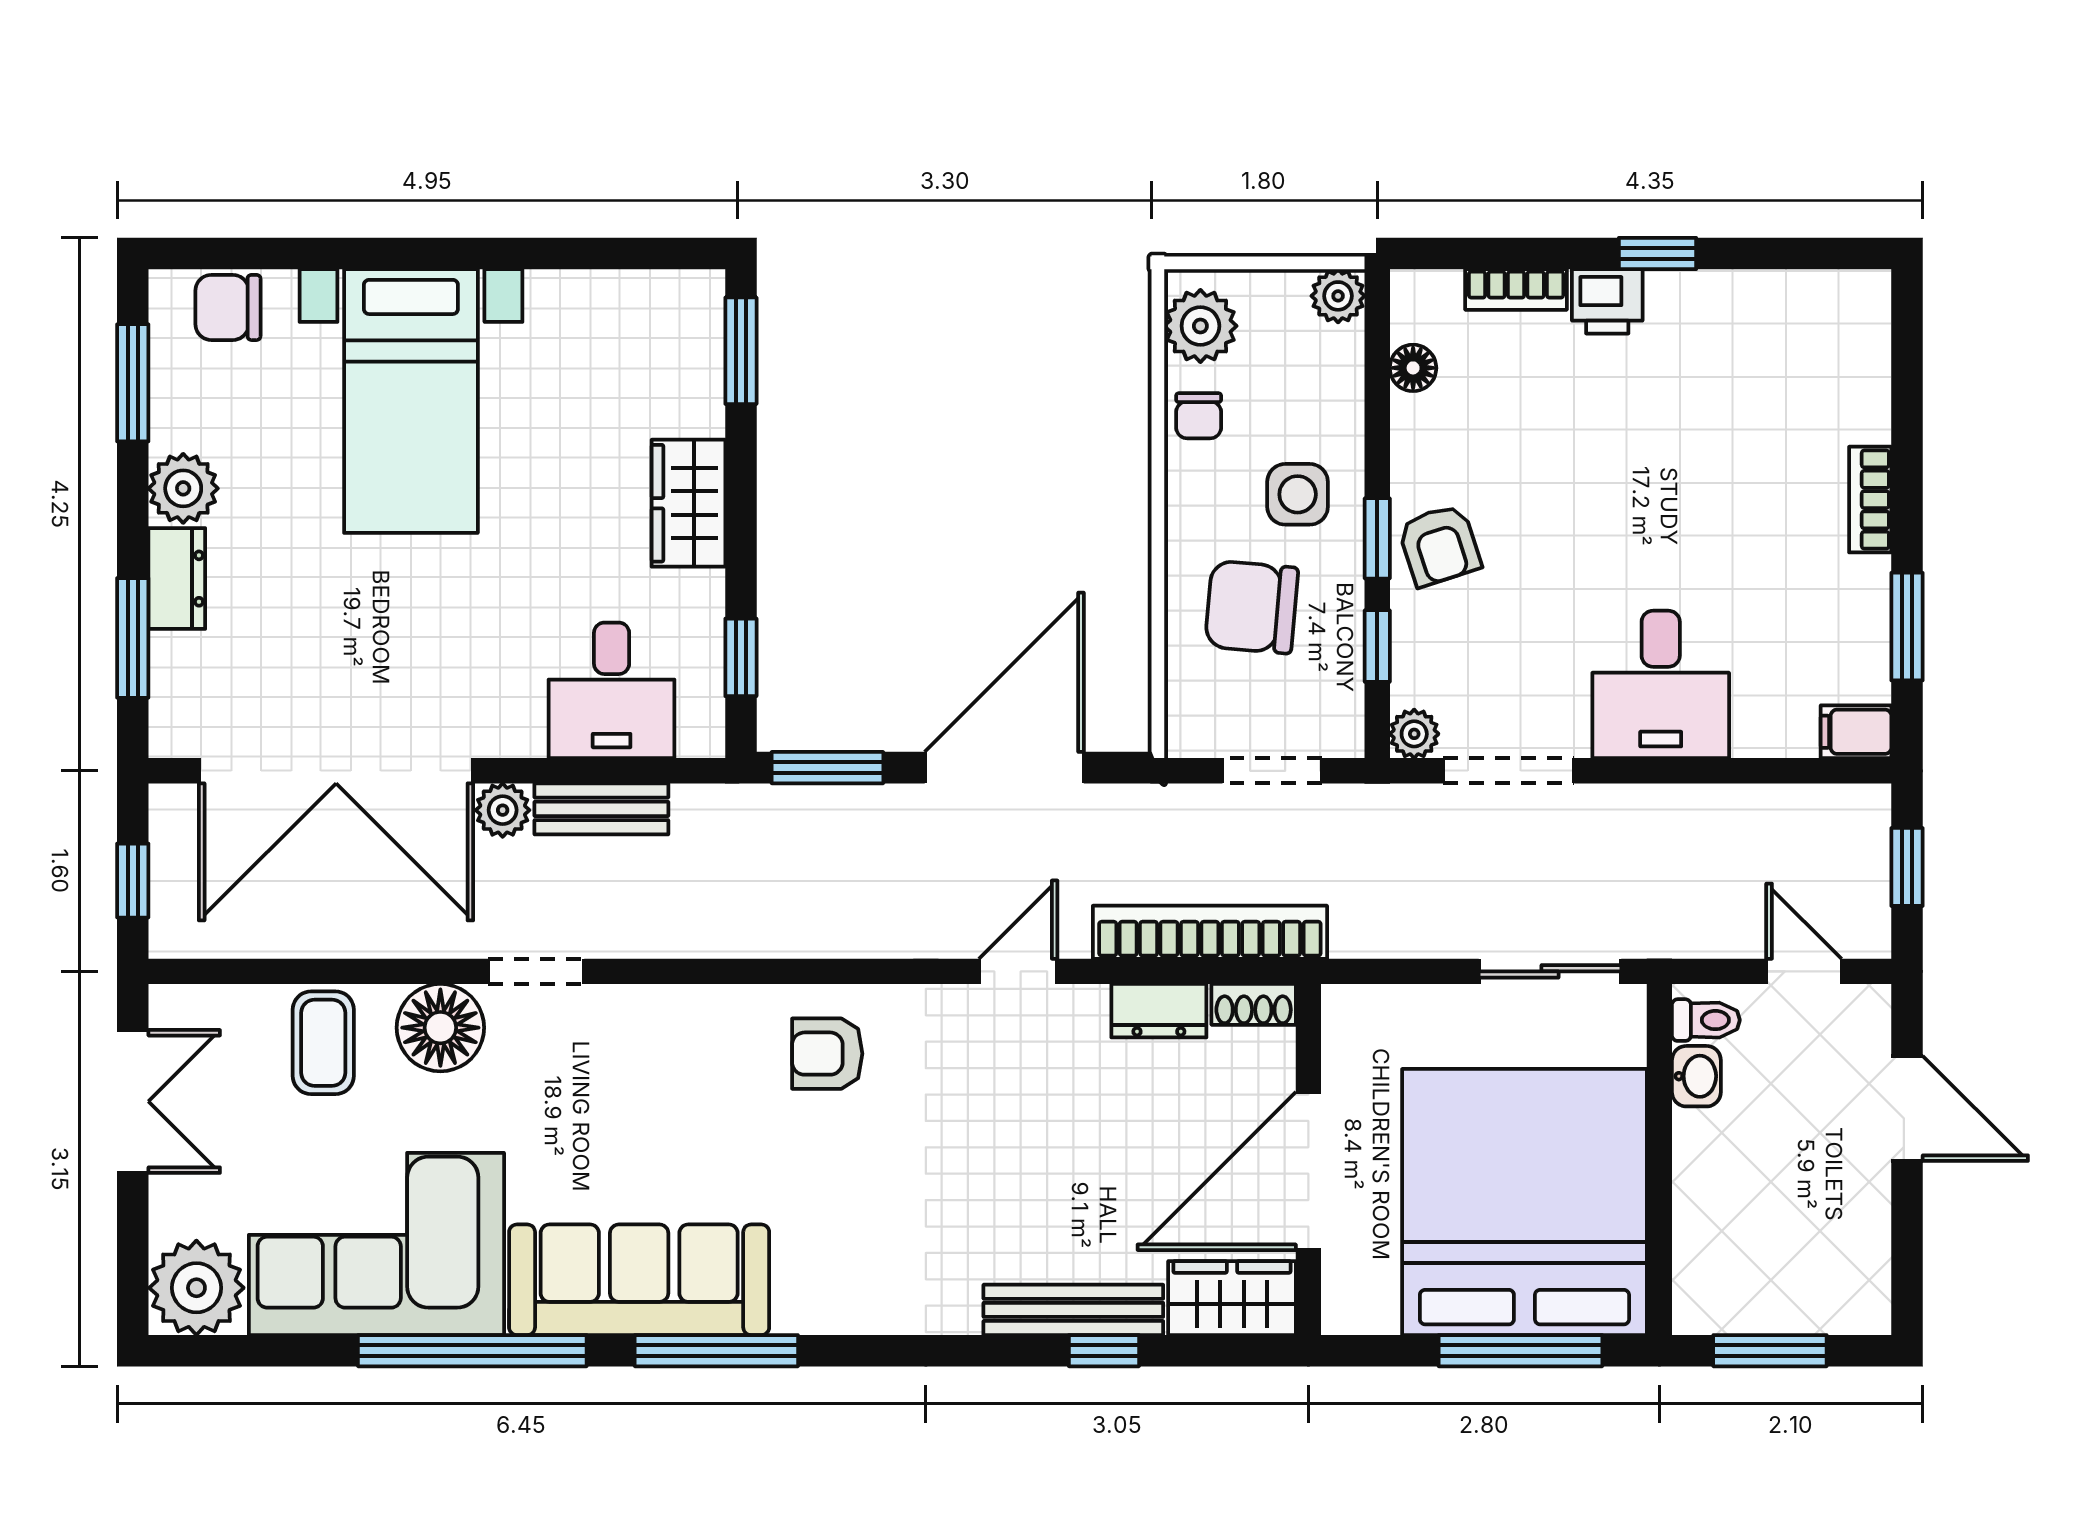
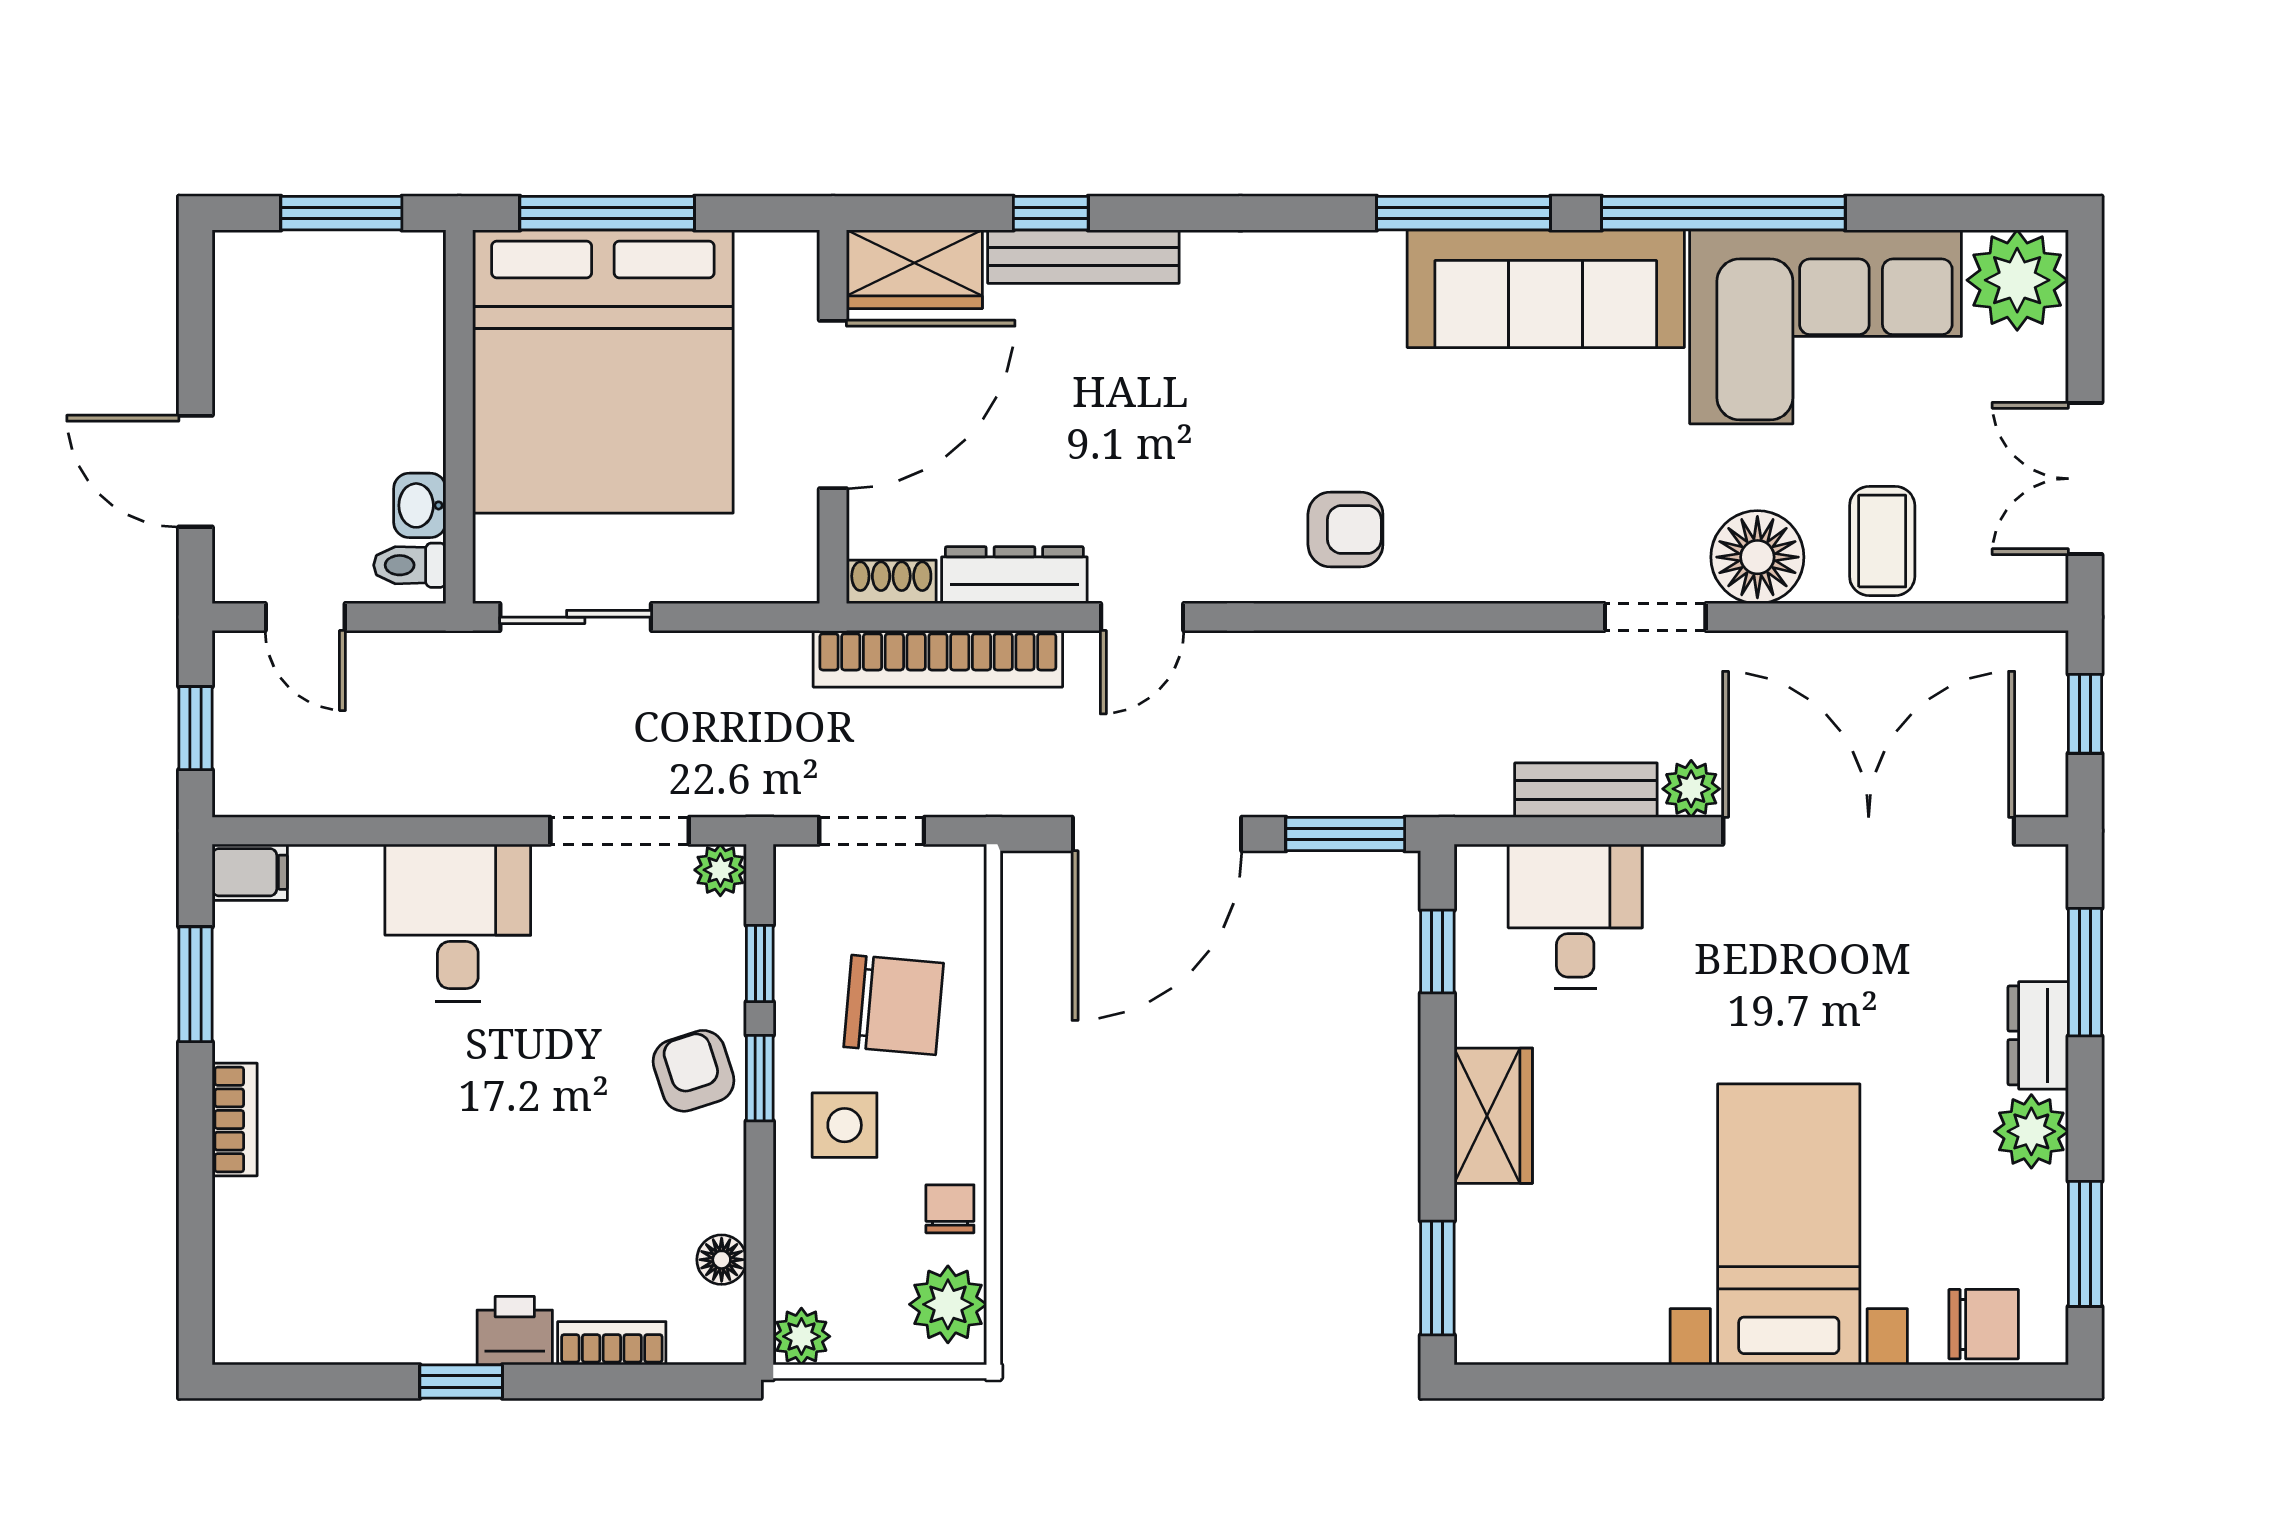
dresser: (1159, 1011) -> (1014, 575), width x1.44

